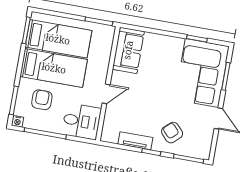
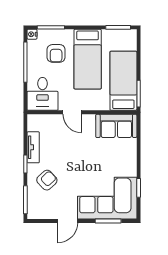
bed: (58, 39) -> (123, 81), moved, turned 180
armchair: (42, 100) -> (56, 53), turned 90

